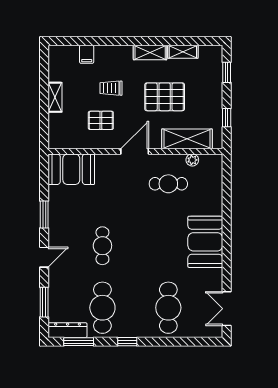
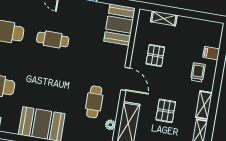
trolley: (111, 88) -> (198, 72), moved
shelving: (55, 97) -> (164, 18), moved
pallet: (165, 97) -> (166, 111), width x0.67, depth x0.71

